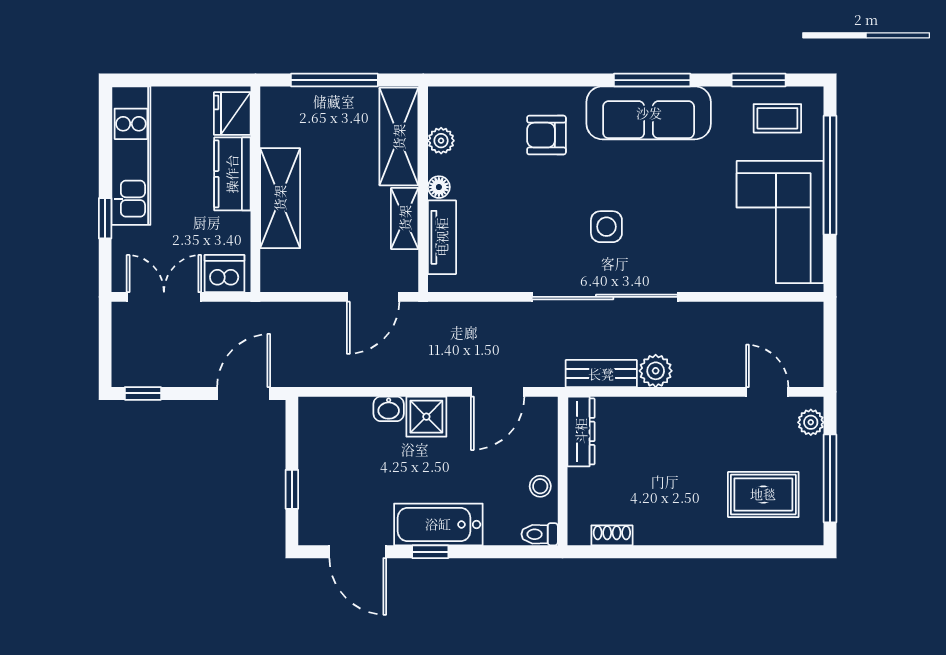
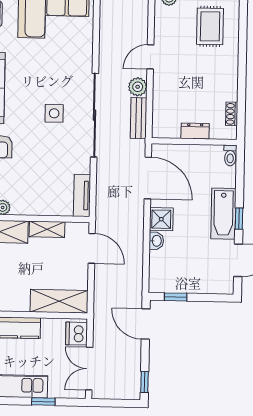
floor lamp: (439, 187) -> (29, 209), removed
shelving: (280, 198) -> (59, 301), moved
tv unit: (442, 237) -> (82, 195), moved, turned -90
door: (498, 392) -> (148, 178), width x1.36
door: (767, 392) -> (150, 57), moved
dresser: (581, 431) -> (195, 131), moved, width x0.70
stool: (540, 486) -> (203, 155), removed
window: (292, 489) -> (176, 297), moved

